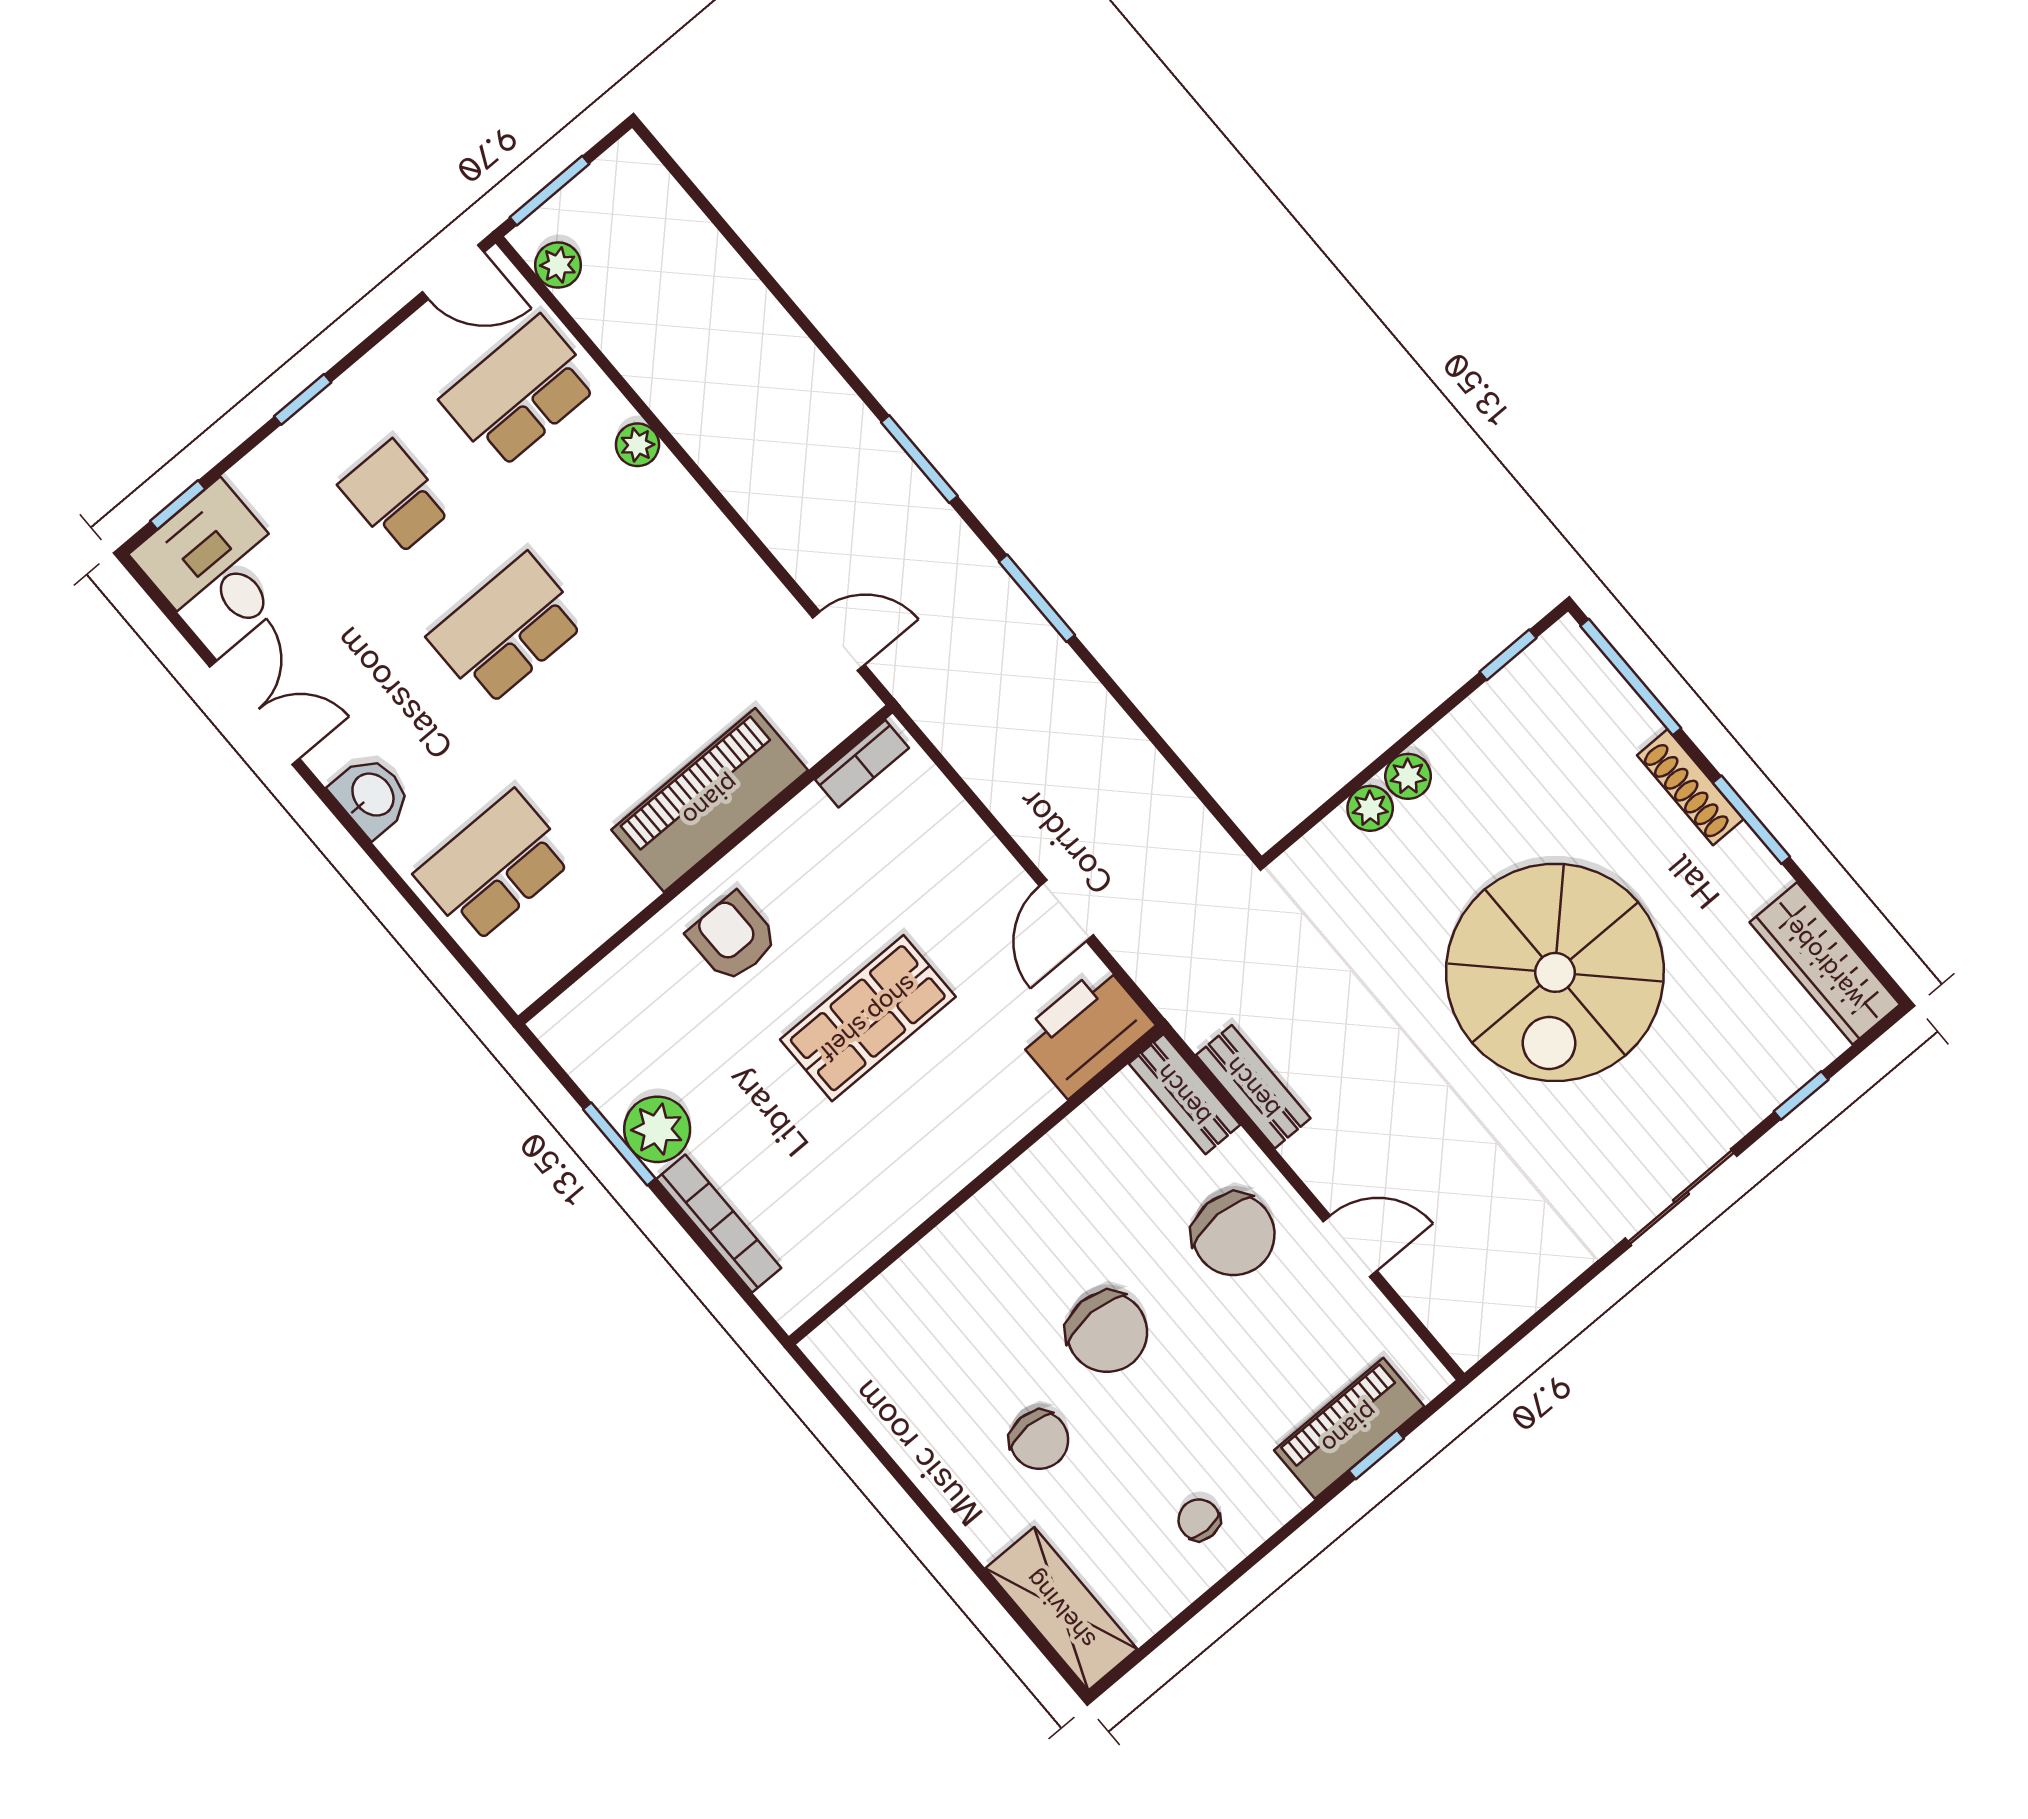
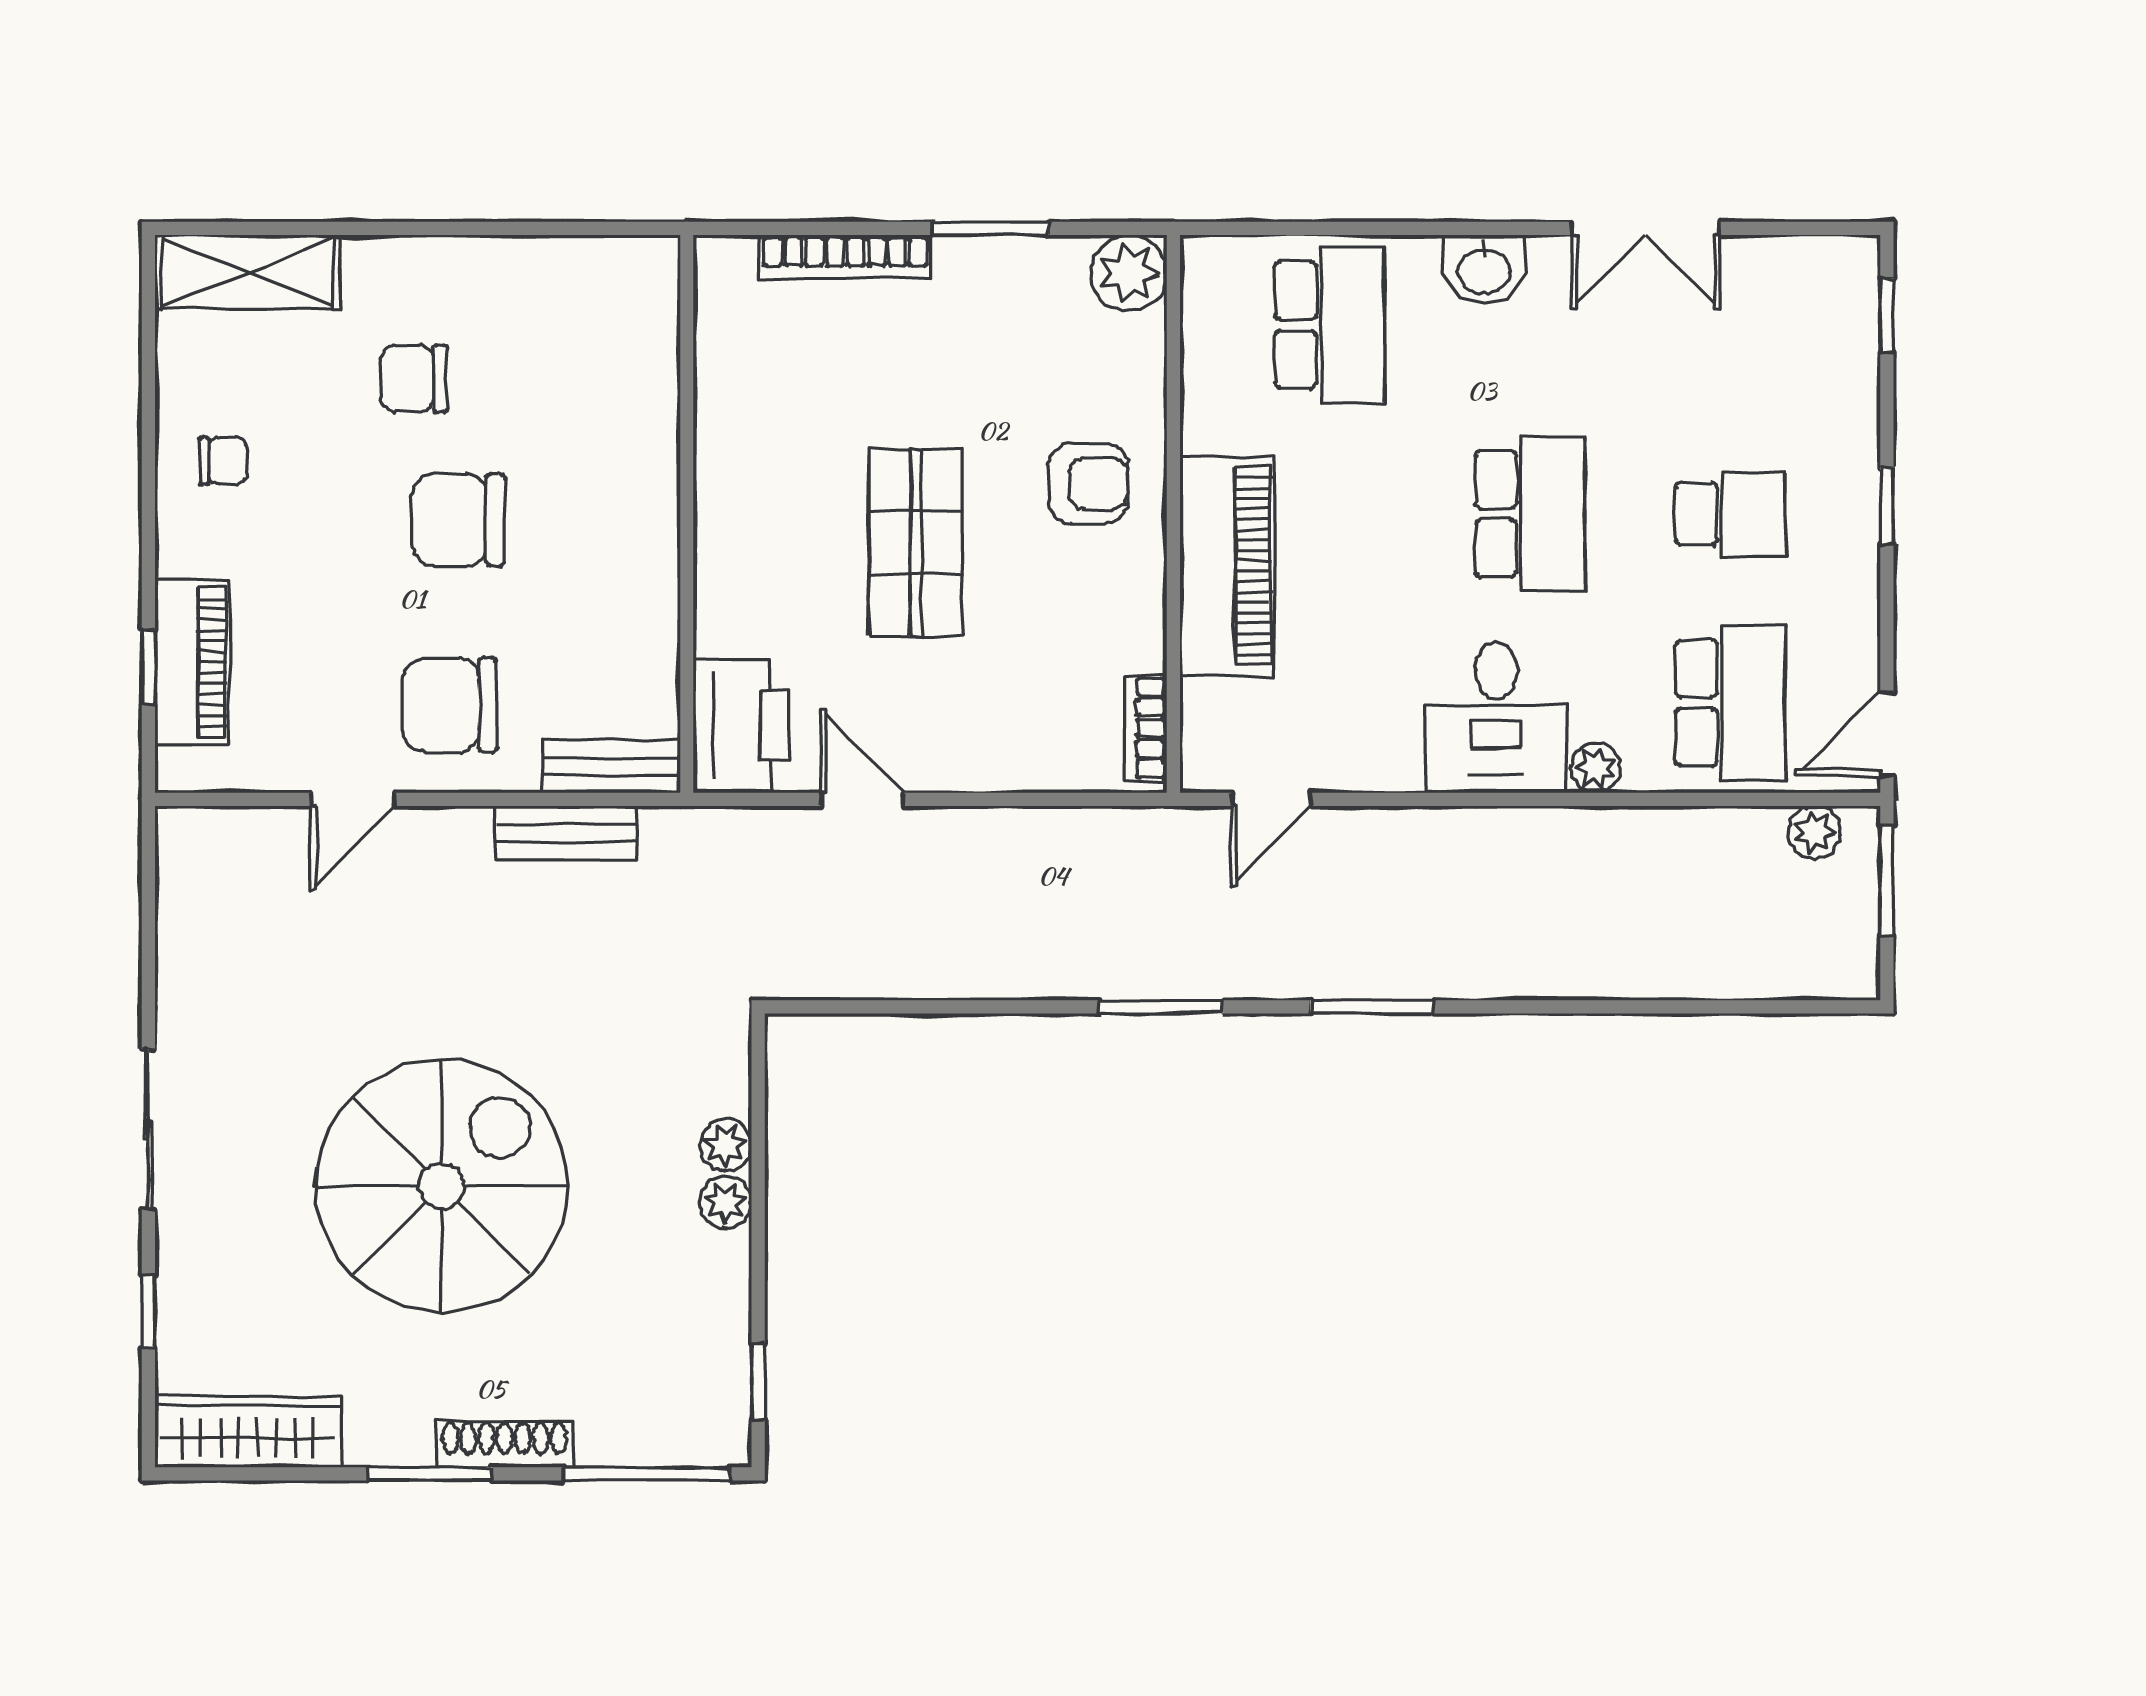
desk: (216, 565) -> (1496, 717), moved, turned 90
spiral stairs: (1555, 972) -> (442, 1186), turned 90
plant: (657, 1129) -> (1129, 273), moved

